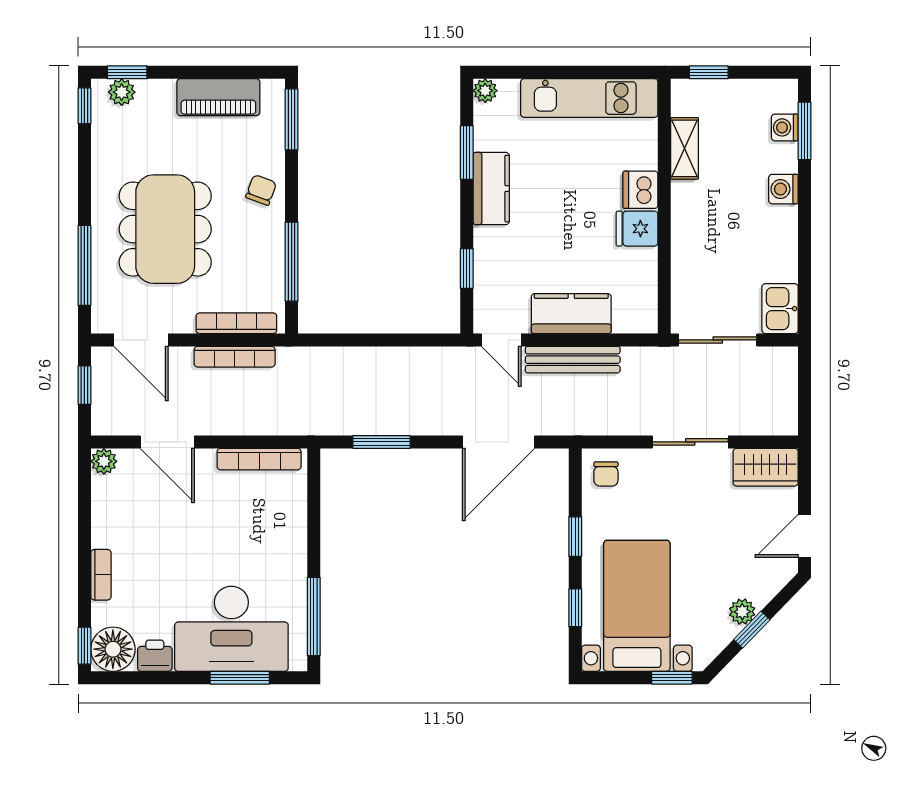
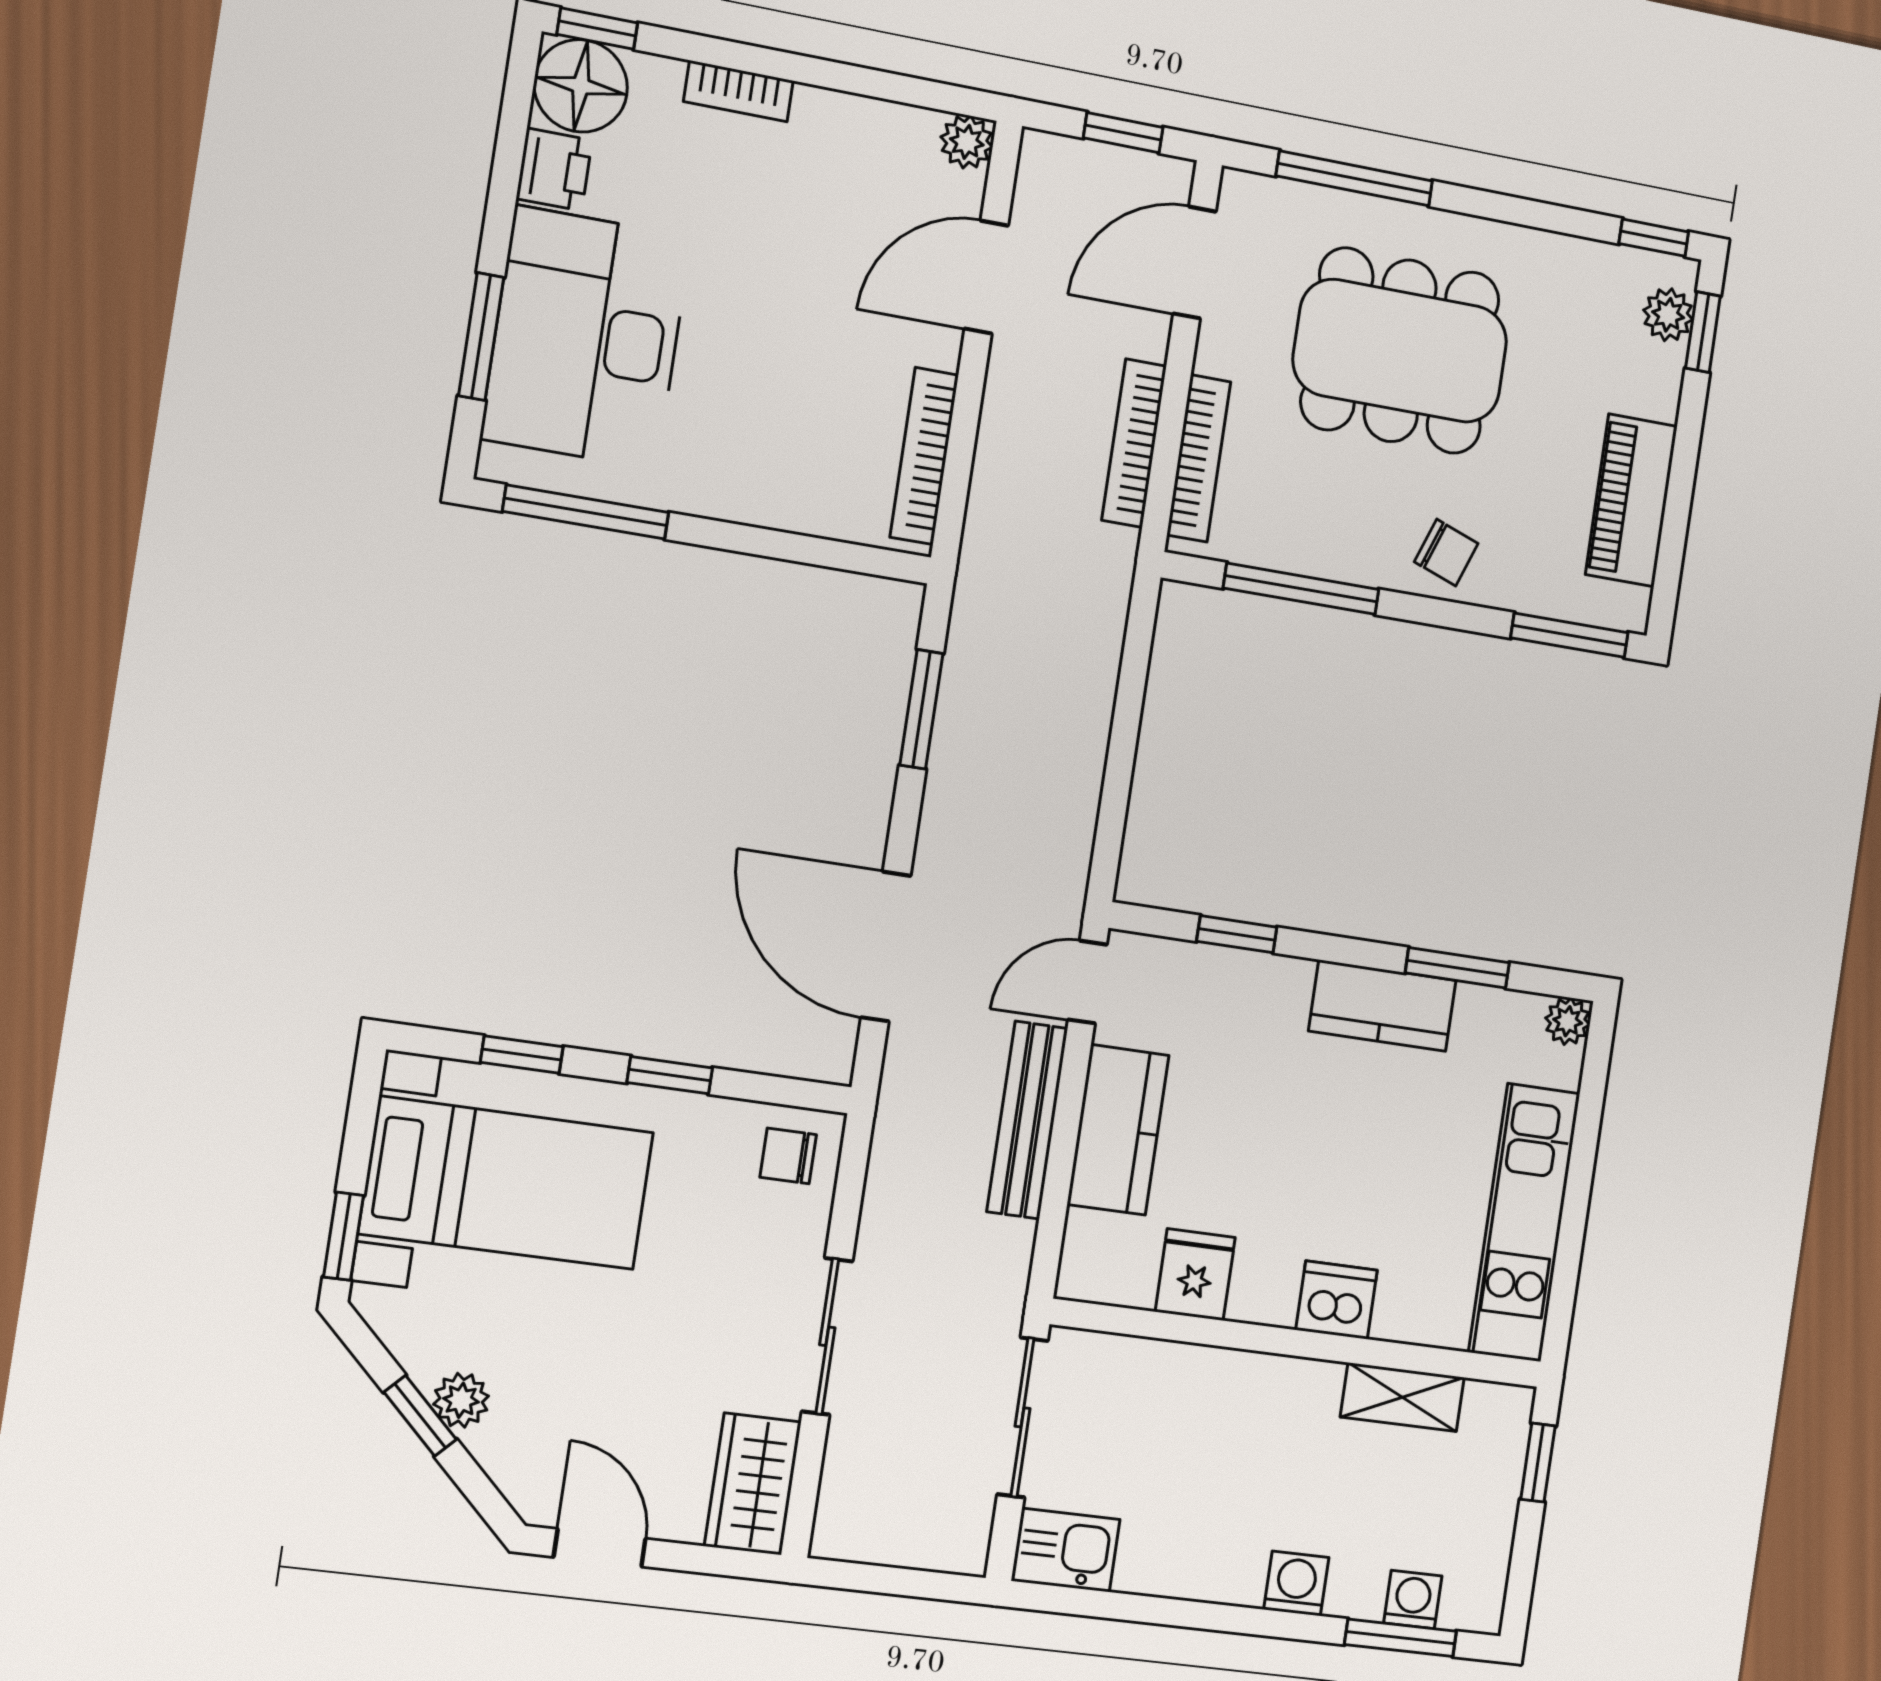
fridge: (637, 229) -> (1195, 1275), moved

